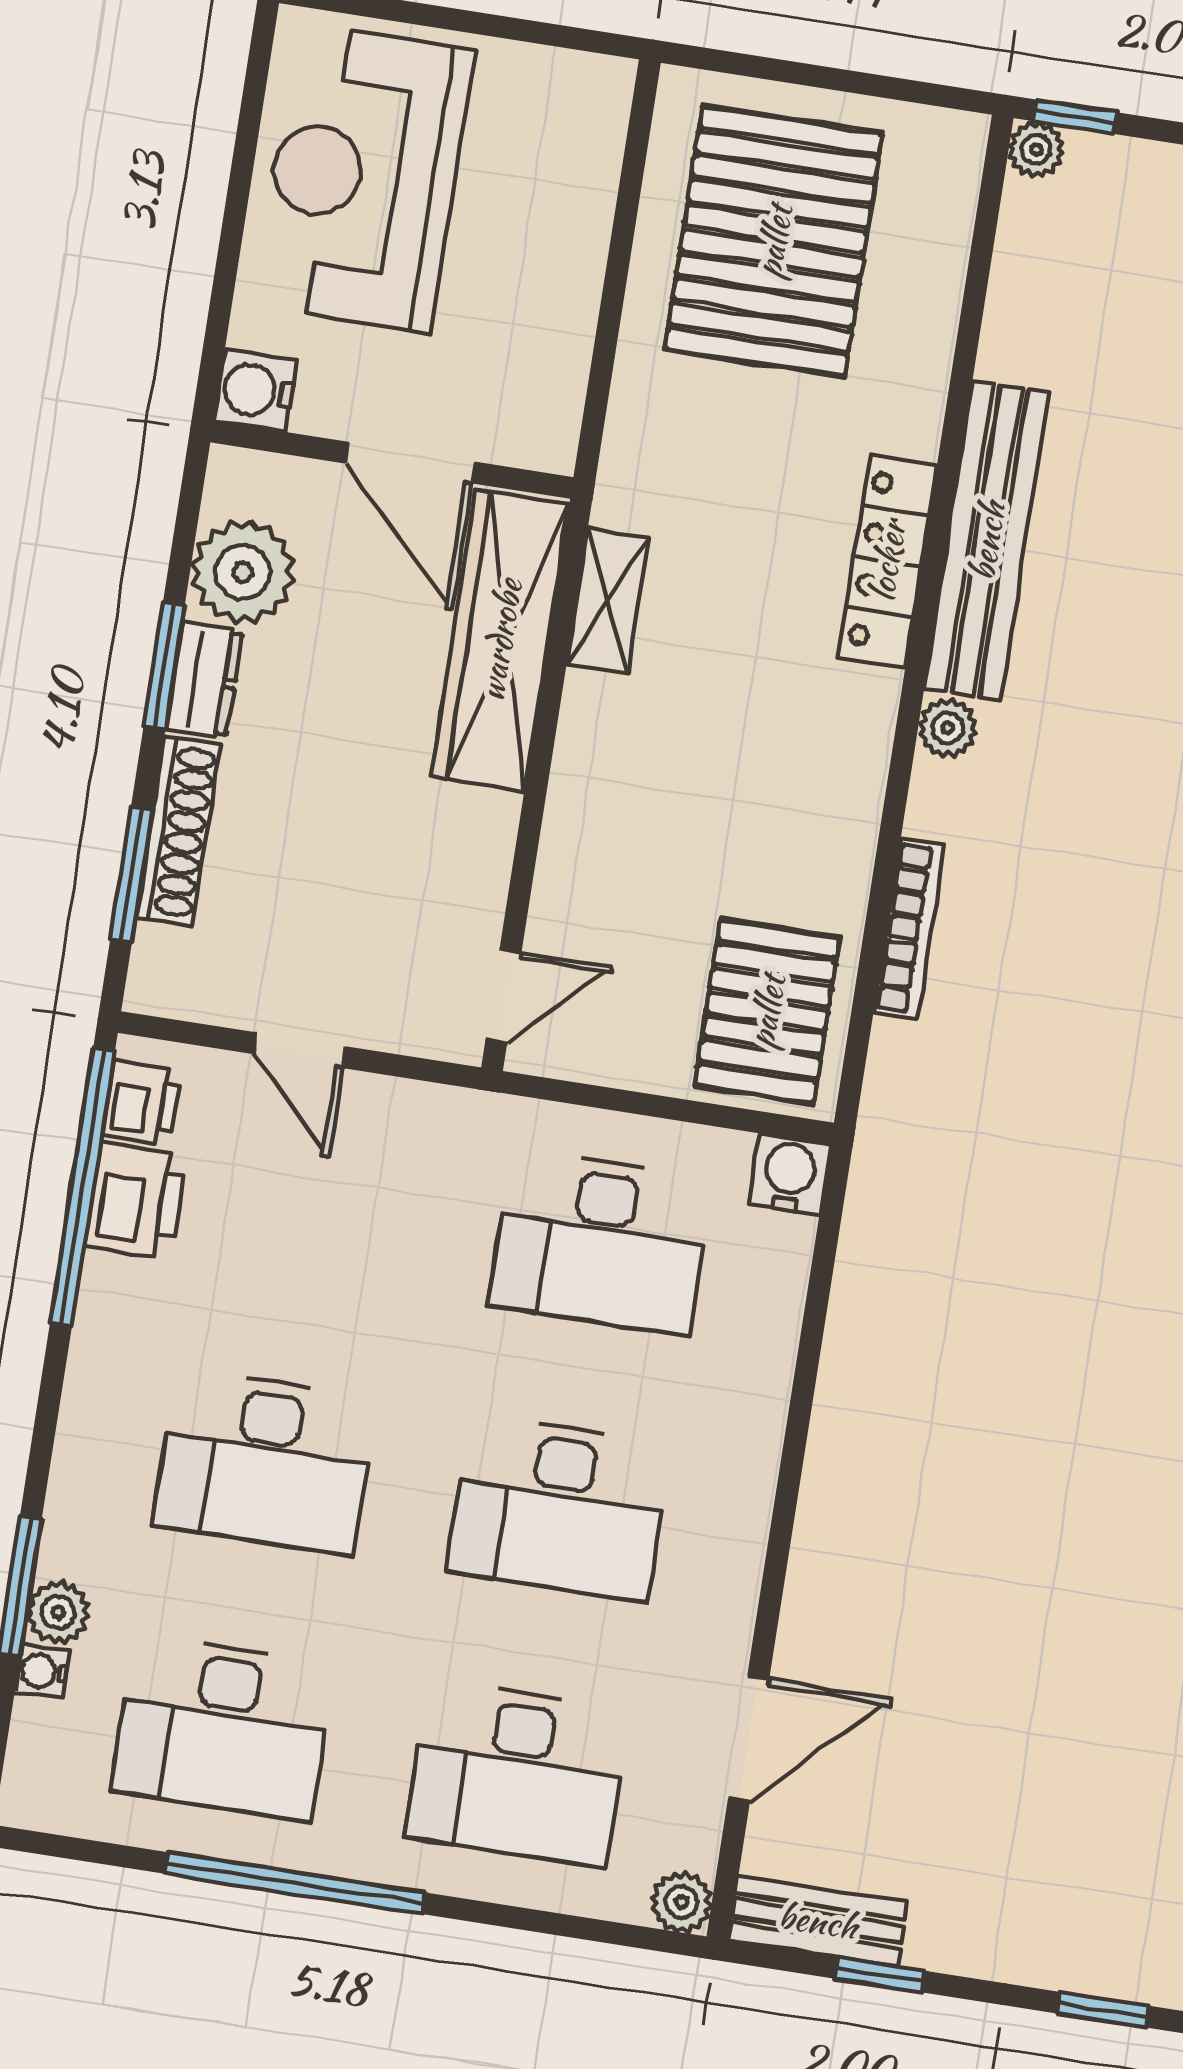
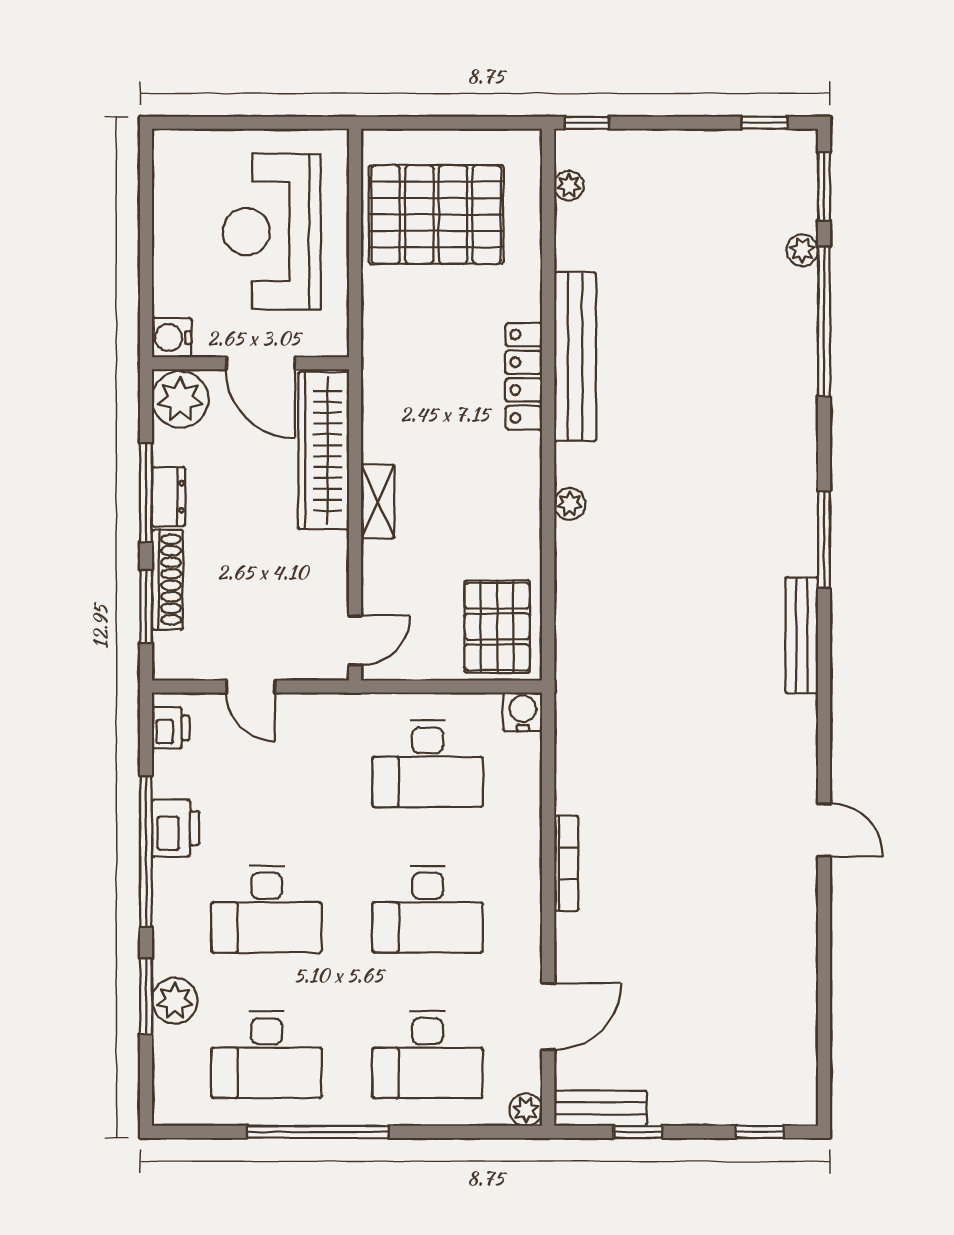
plant: (1036, 149) -> (569, 186), moved
reception desk: (364, 178) -> (272, 231), moved
pallet: (774, 241) -> (436, 215), turned 90
plant: (243, 572) -> (180, 399), moved
shelving: (608, 601) -> (378, 502), moved
window: (164, 666) -> (146, 492), width x1.44
plant: (948, 728) -> (570, 504), moved
bookcase: (909, 929) -> (566, 863), moved
window: (83, 1187) -> (146, 851), moved
printer: (136, 1200) -> (176, 828), moved
plant: (58, 1612) -> (175, 1001), width x1.38, depth x1.38
water cooler: (42, 1671) -> (165, 1040), removed

